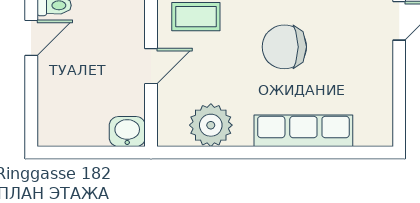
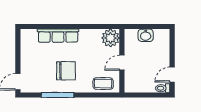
plant: (211, 125) -> (110, 38), moved
washbasin: (127, 132) -> (146, 35), moved

